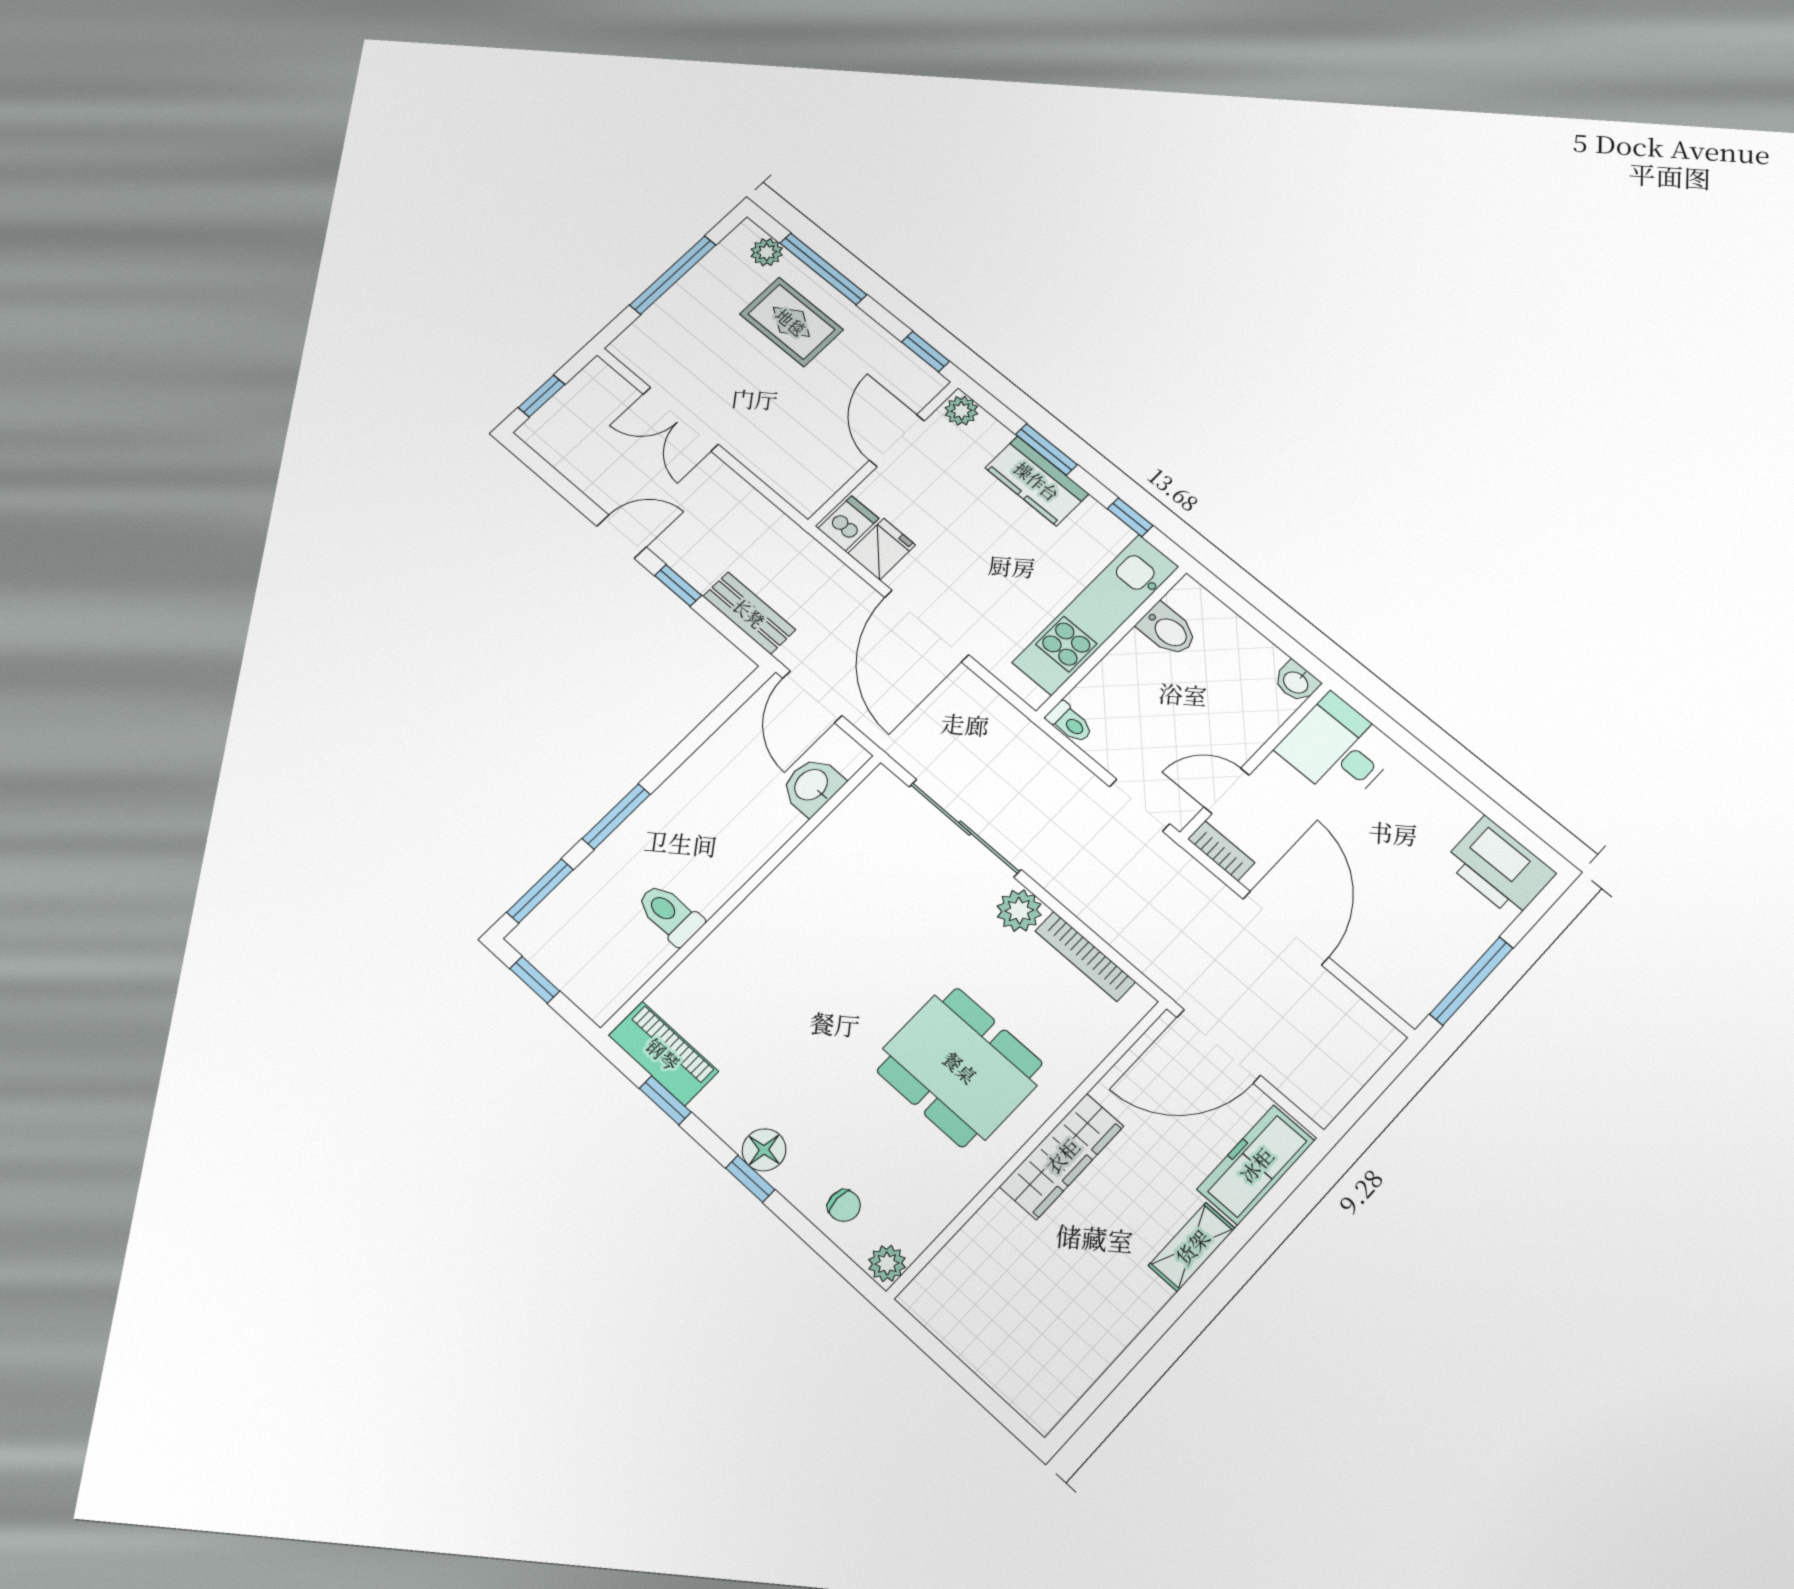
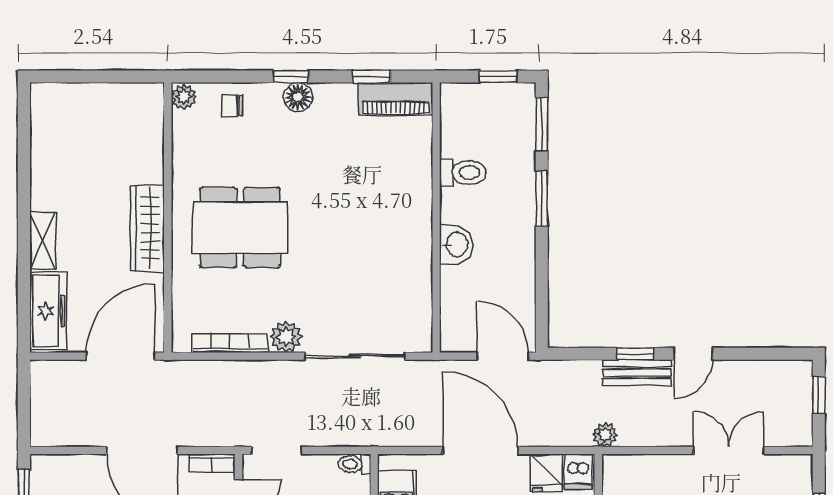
plant: (786, 535) -> (605, 435), added
bench: (749, 613) -> (637, 373), moved
washbasin: (812, 786) -> (456, 245), moved

